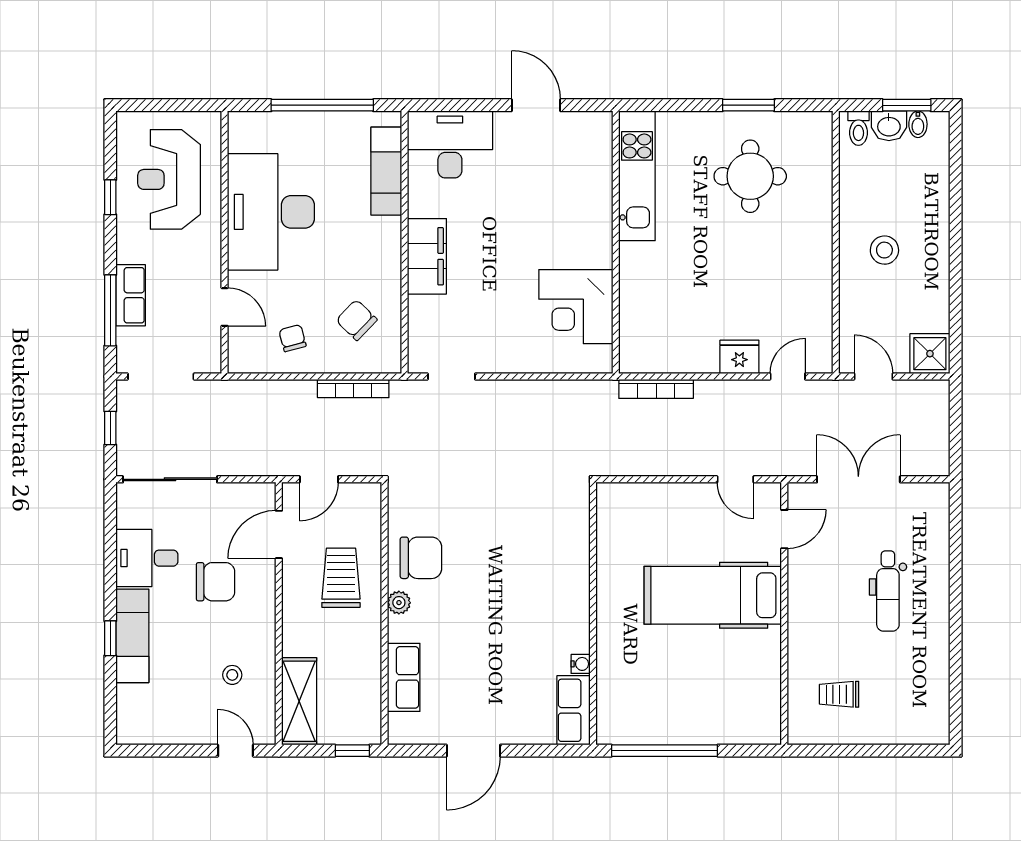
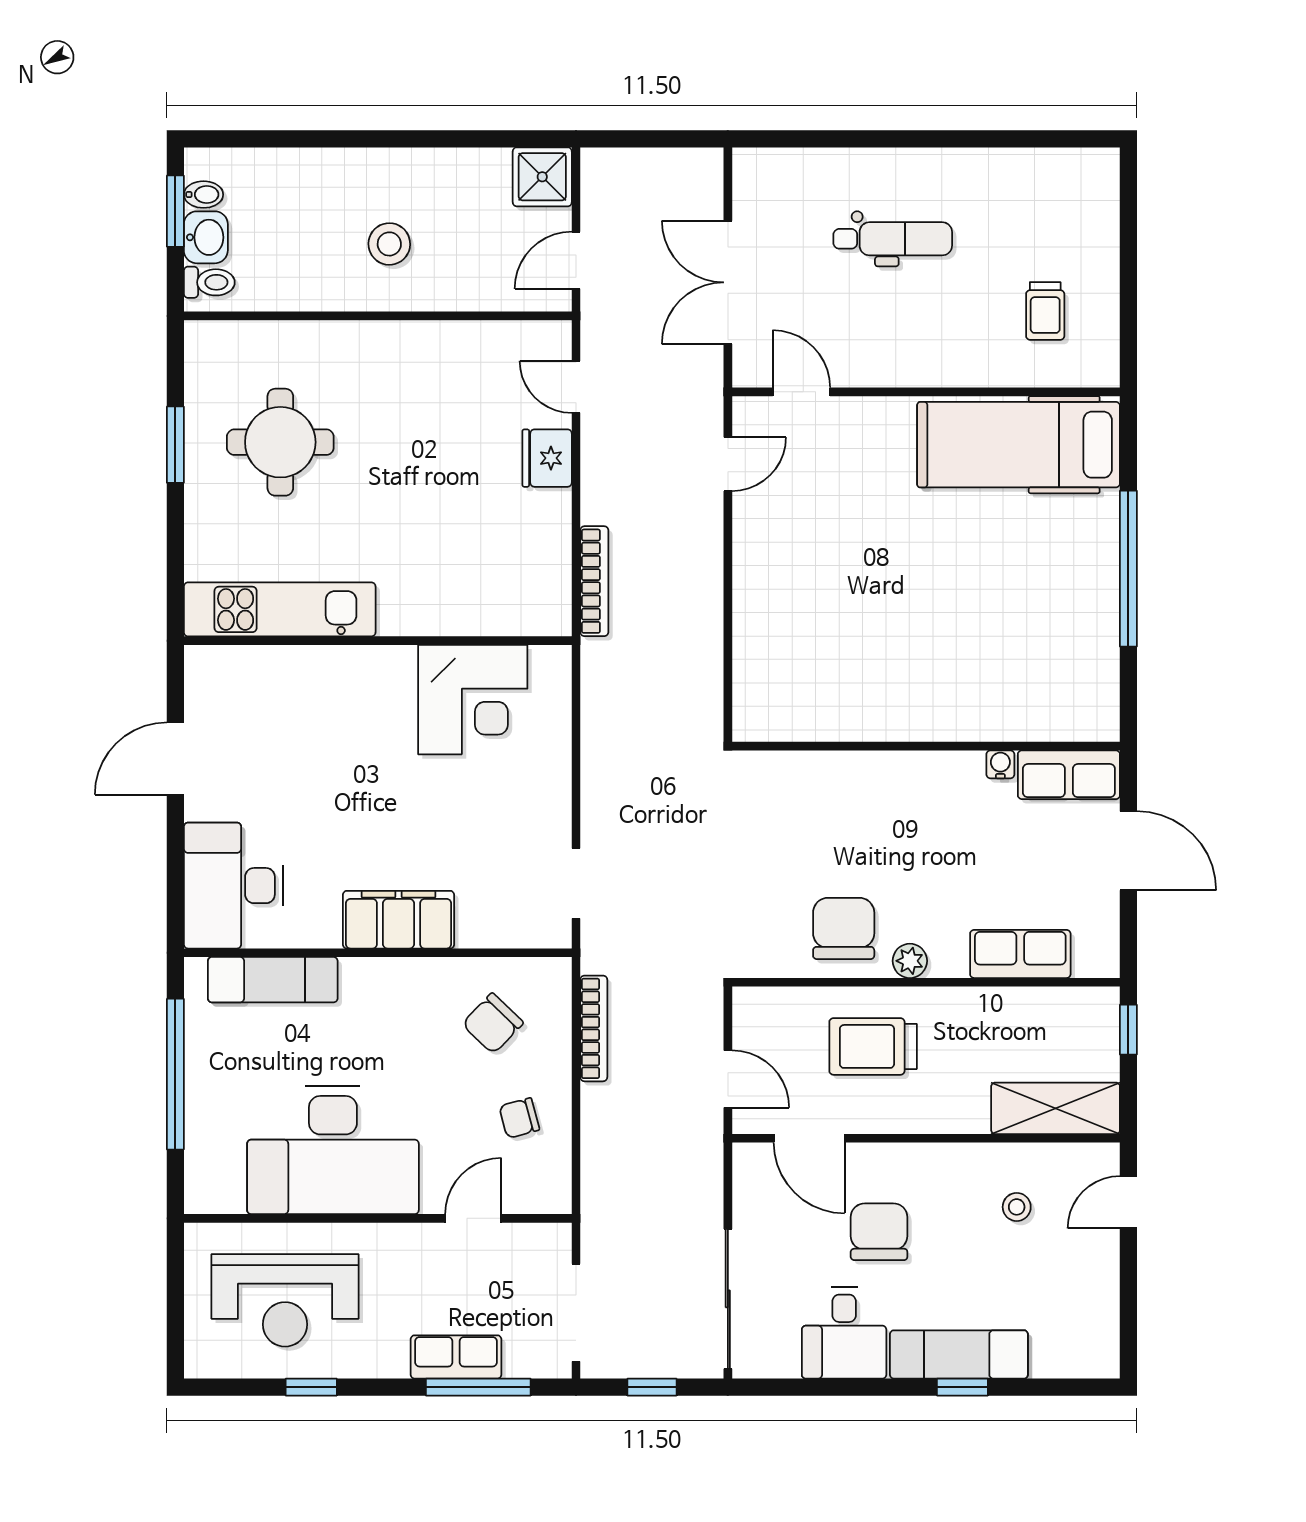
hospital bed: (713, 595) -> (1019, 445), moved, turned 90
wall: (593, 614) -> (926, 746), moved
water cooler: (581, 664) -> (1000, 764), moved
row of seats: (574, 710) -> (1069, 775), moved

